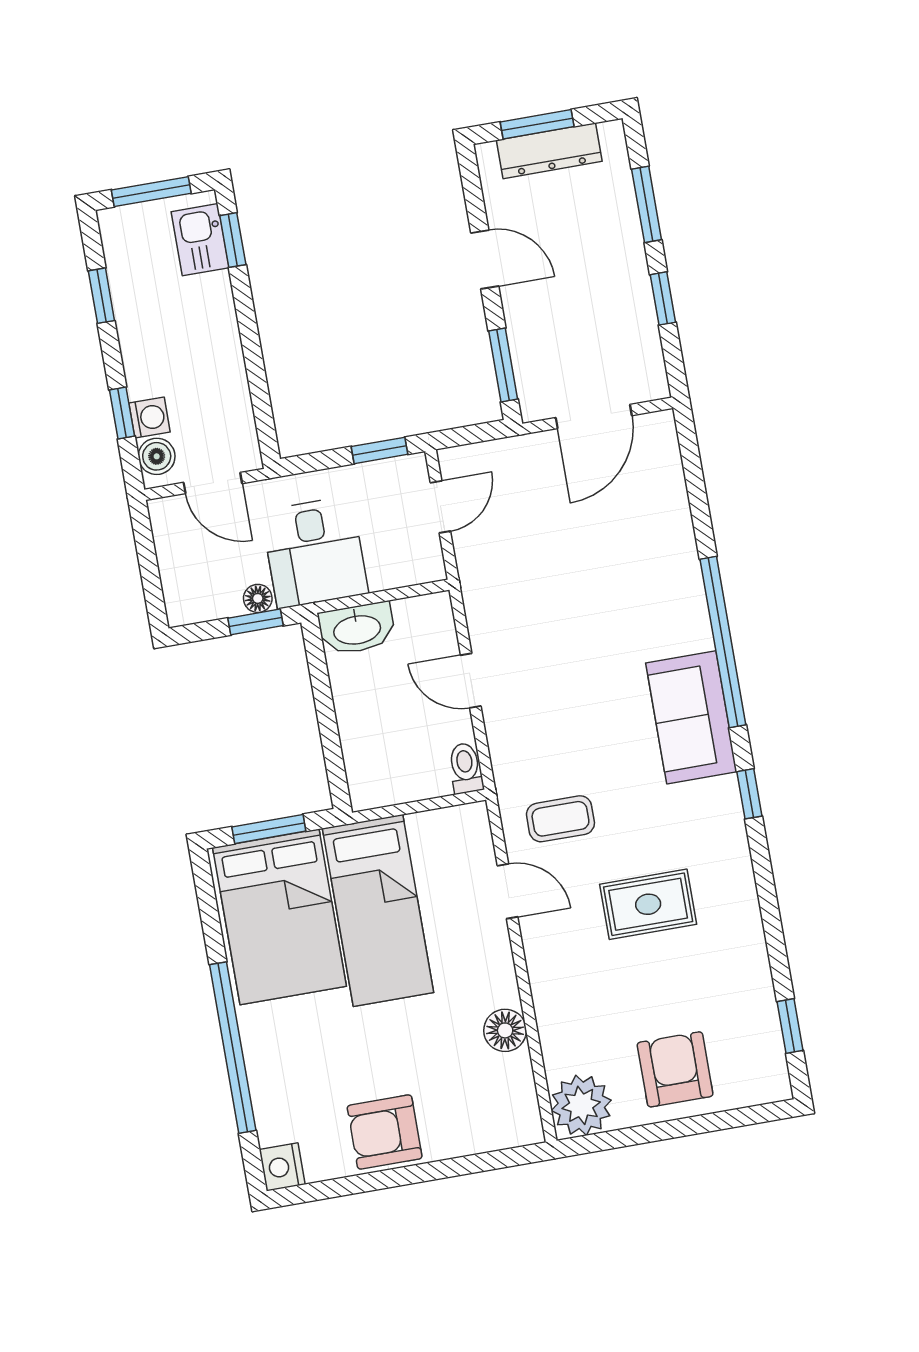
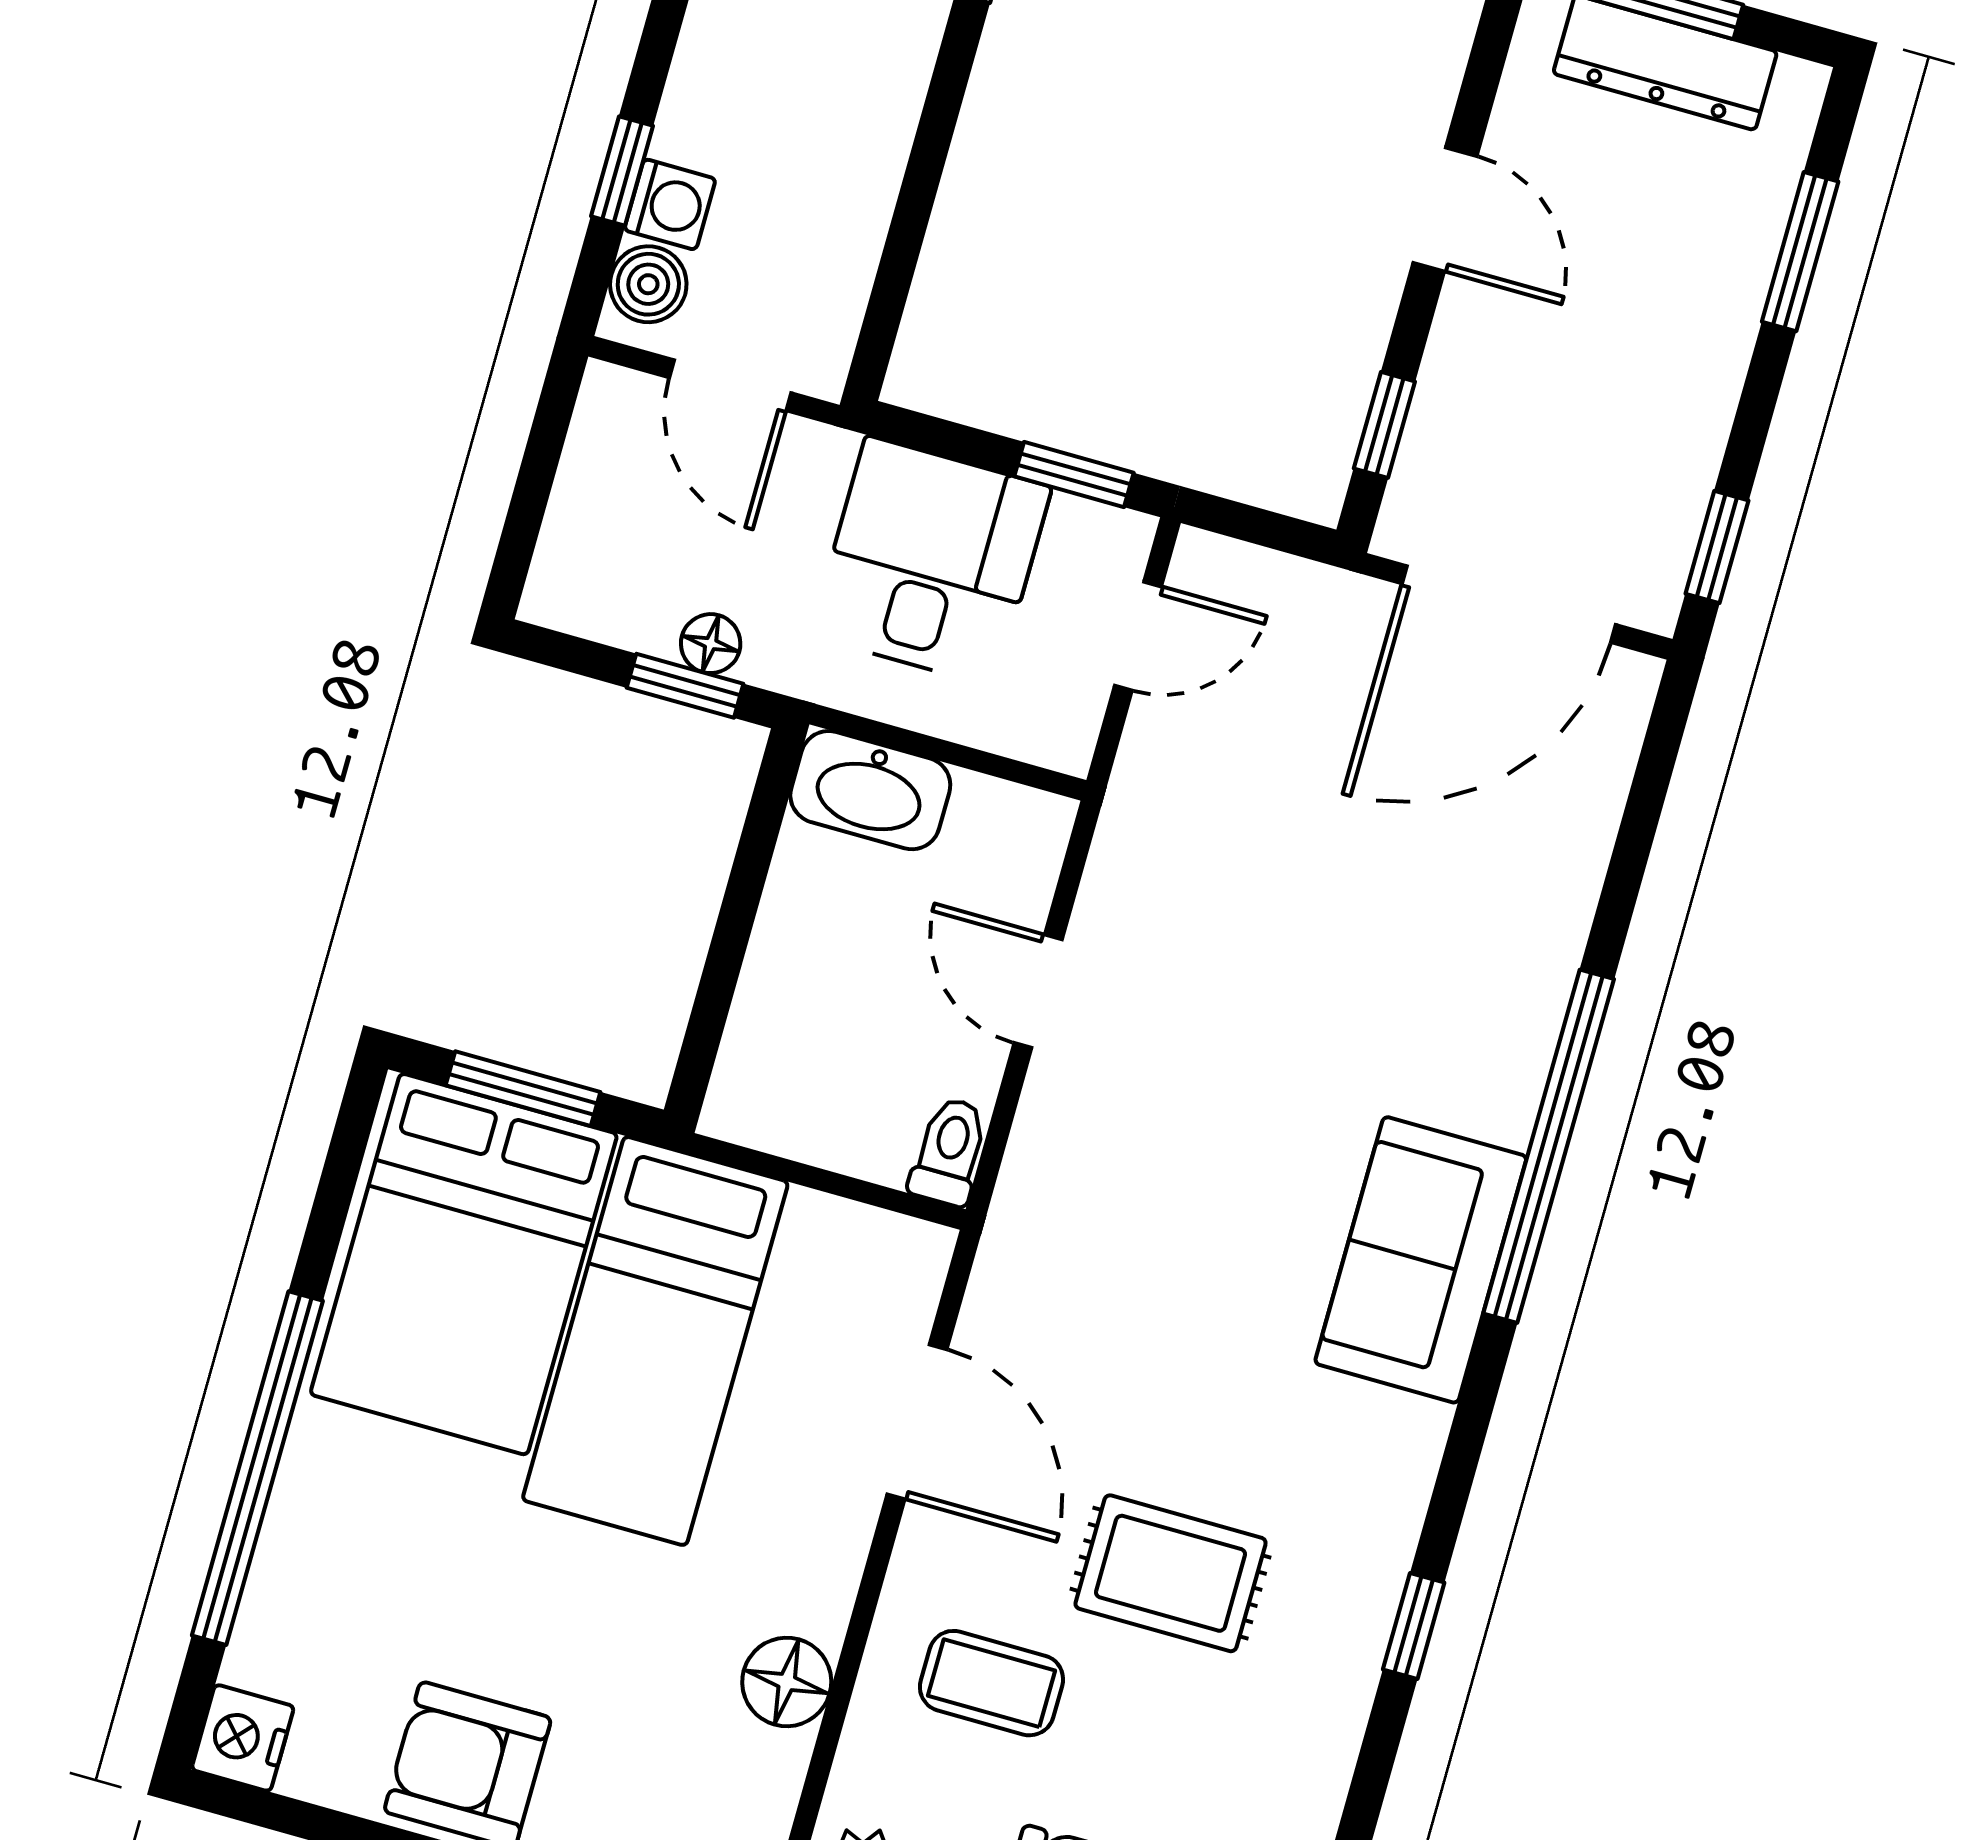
window: (663, 298) -> (1717, 547), moved
window: (503, 365) -> (1384, 425), width x0.67
door: (594, 417) -> (1509, 604), width x1.36
desk: (315, 552) -> (931, 561), moved, turned 180
window: (749, 794) -> (1414, 1626), moved
coffee table: (560, 819) -> (991, 1683), moved
door: (508, 891) -> (917, 1422), width x1.38

